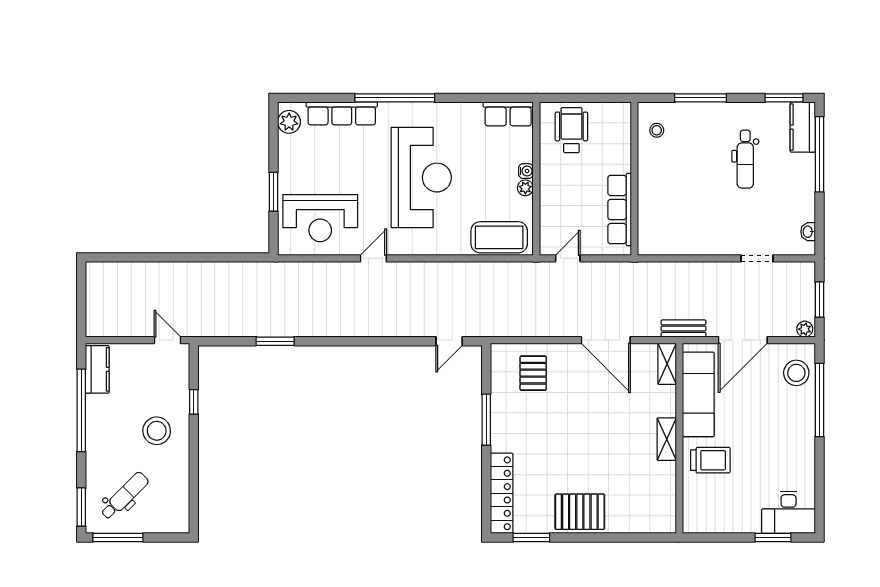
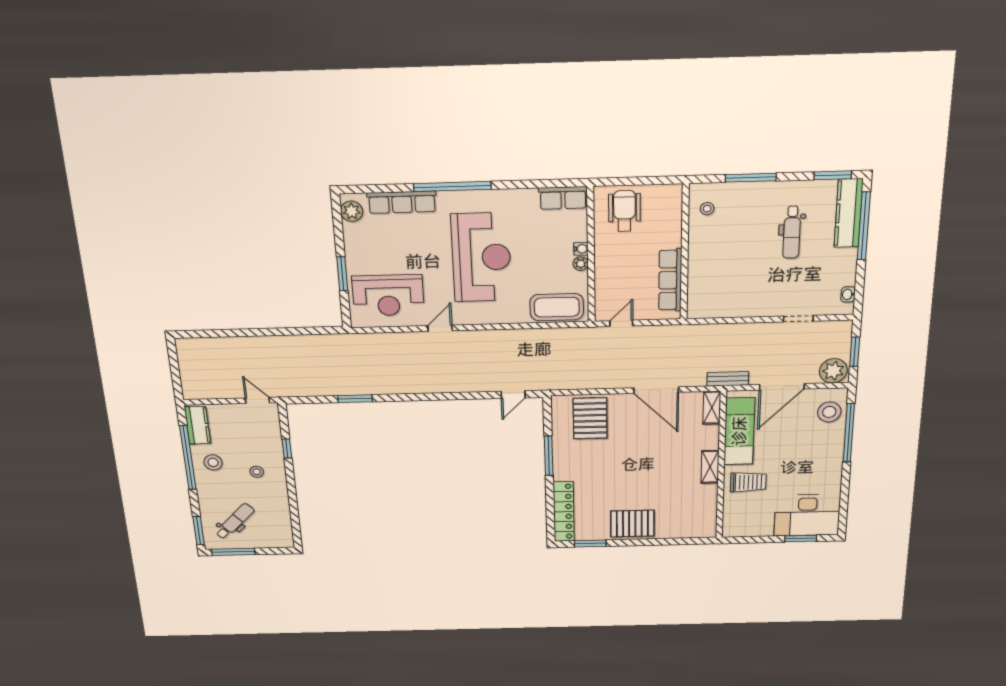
kitchen counter: (803, 127) -> (849, 213), width x1.50
plant: (805, 329) -> (833, 371), width x1.87, depth x1.87
pallet: (533, 373) -> (590, 418), width x1.50, depth x1.42
stool: (109, 417) -> (213, 462), added
stool: (157, 431) -> (257, 472), width x0.53, depth x0.53
desk: (789, 512) -> (807, 515), width x1.36, depth x1.30

